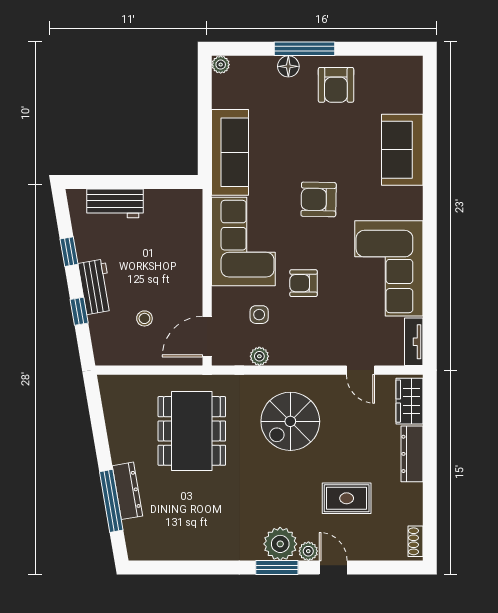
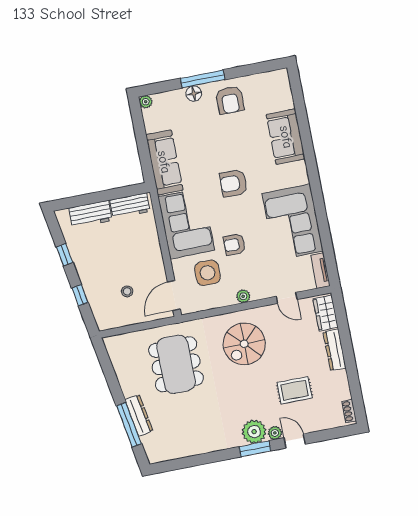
workbench: (96, 287) -> (130, 206), moved, turned 100
side table: (259, 315) -> (207, 273), width x1.87, depth x1.87
plant: (259, 356) -> (243, 296), moved

